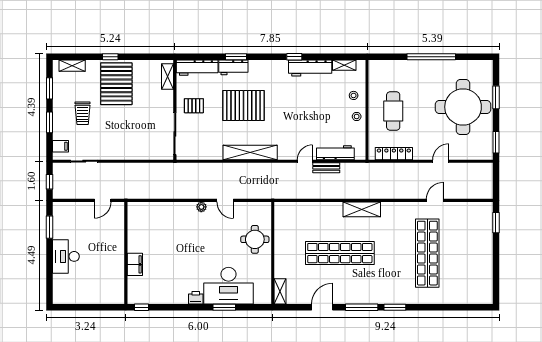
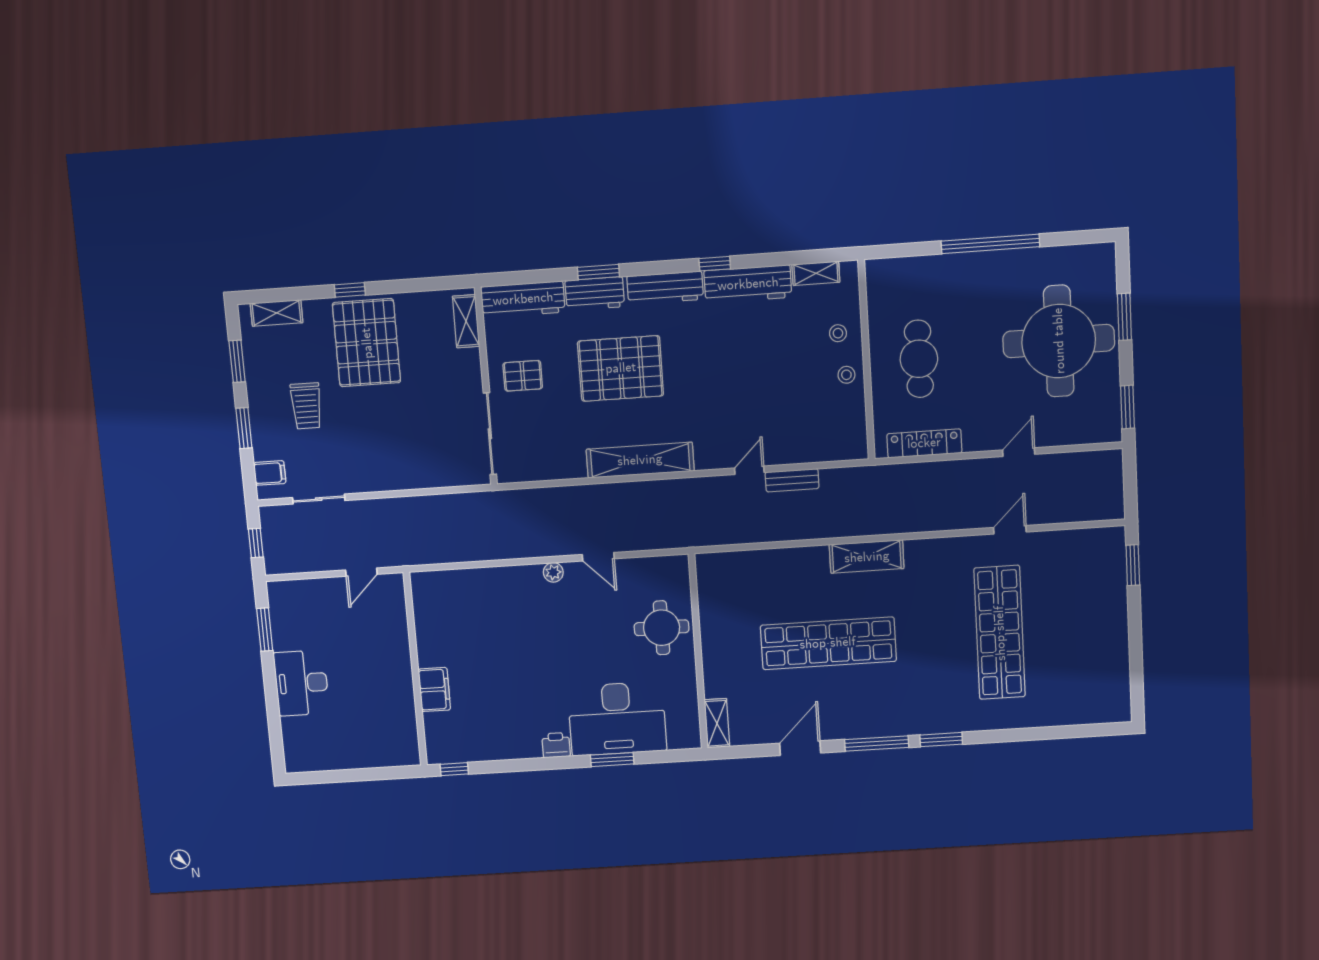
workbench: (335, 153) -> (665, 288), moved, turned 180

